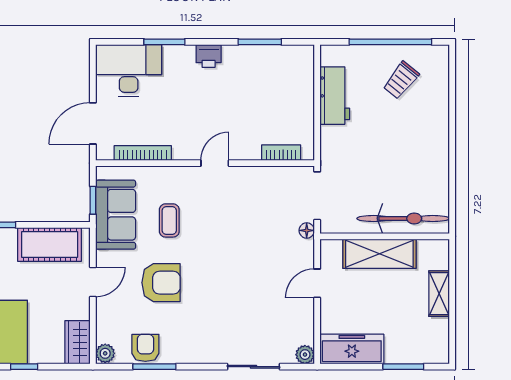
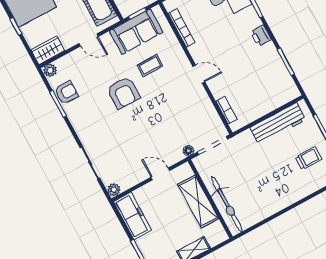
trolley: (401, 80) -> (308, 158), turned 141
workbench: (335, 96) -> (278, 124), width x1.38
armchair: (161, 283) -> (123, 93), moved

